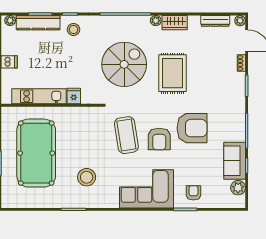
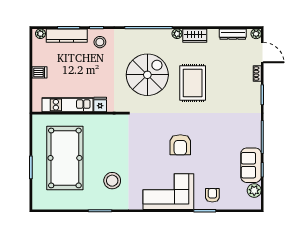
armchair: (192, 128) -> (211, 135), removed
coffee table: (126, 135) -> (149, 141), removed

